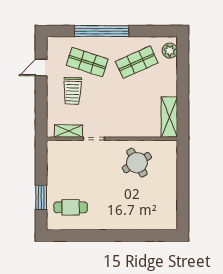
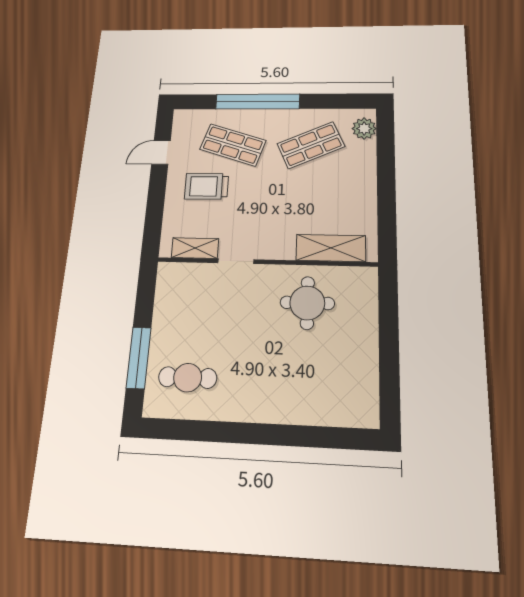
trolley: (72, 91) -> (207, 186), turned 88
shelving: (169, 117) -> (331, 248), moved, turned 90
round table: (137, 163) -> (307, 303), turned 30
window: (41, 197) -> (139, 358), width x1.44

